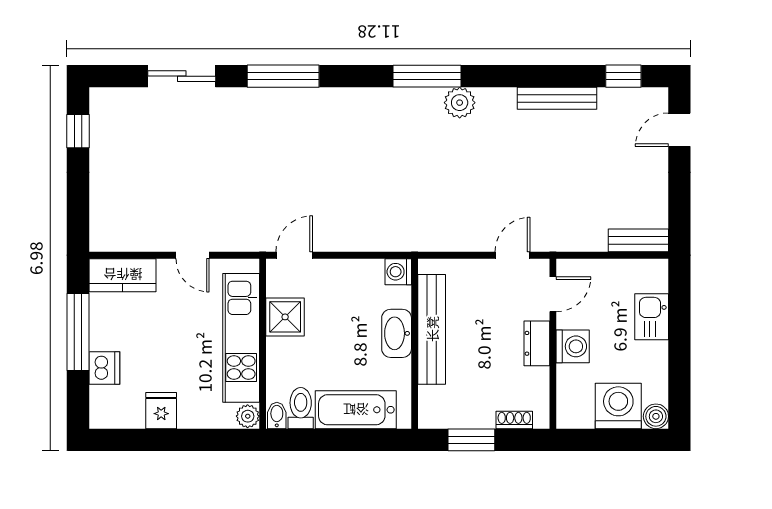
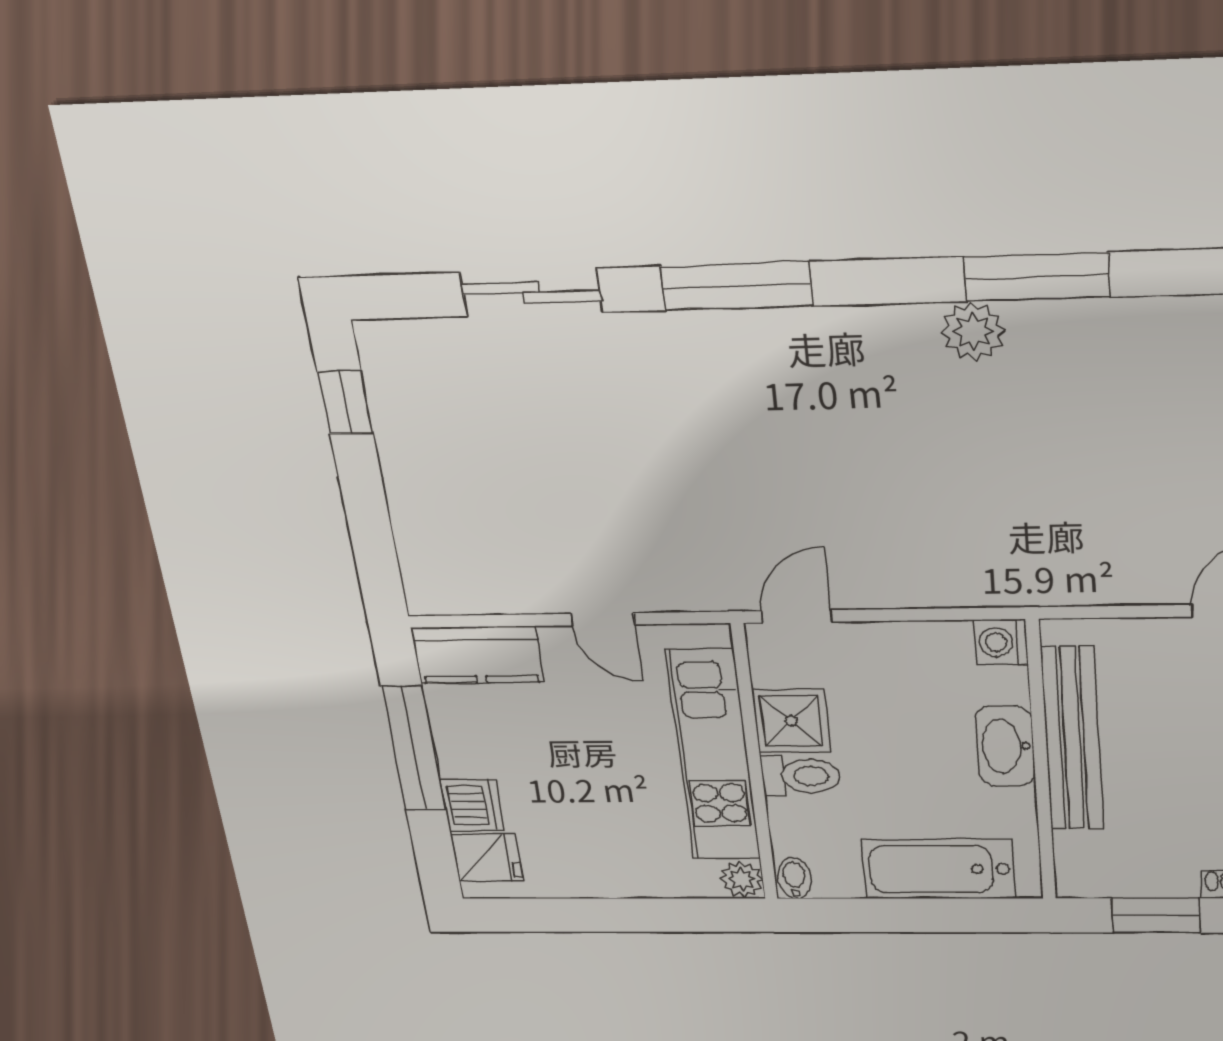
plant: (460, 103) -> (973, 331), moved
toilet: (301, 408) -> (801, 776), moved, turned 90
fridge: (161, 411) -> (487, 858), moved, turned 90

